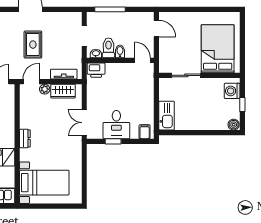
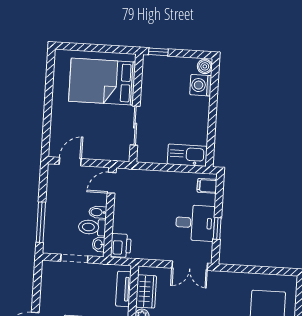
washing machine: (232, 91) -> (201, 85), moved, turned 90
window: (242, 104) -> (158, 52), moved

